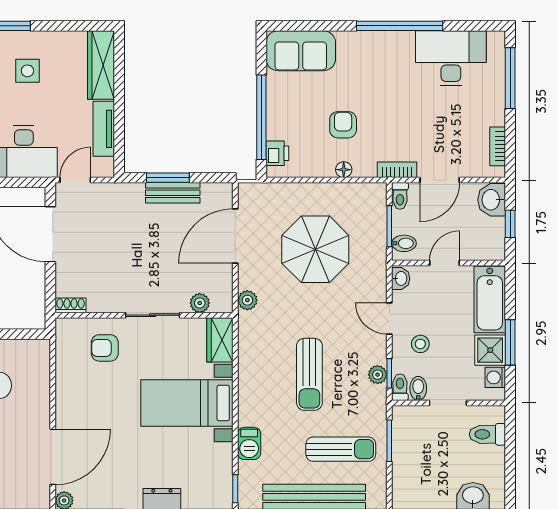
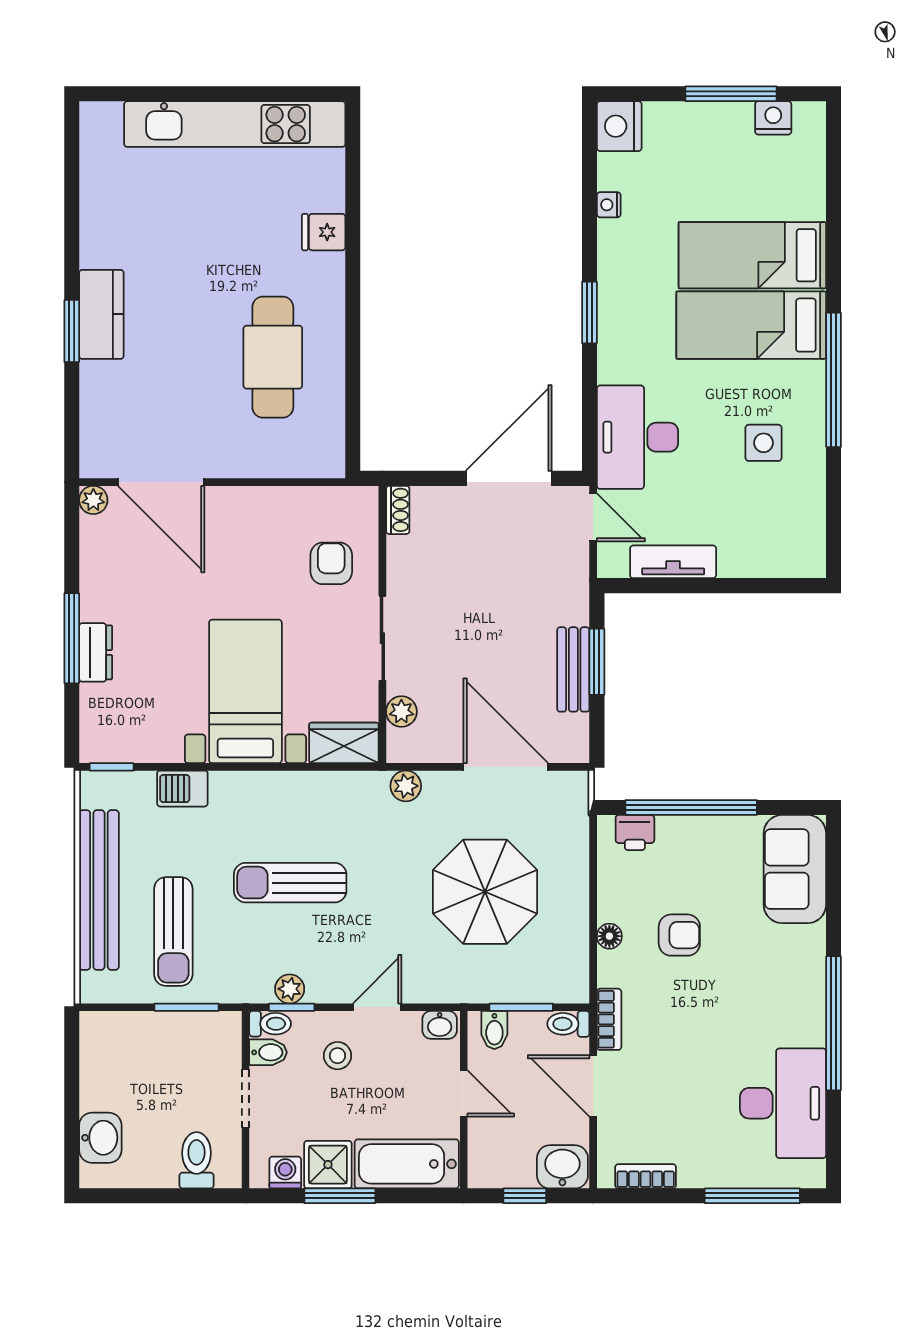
wardrobe: (101, 65) -> (773, 558), removed

